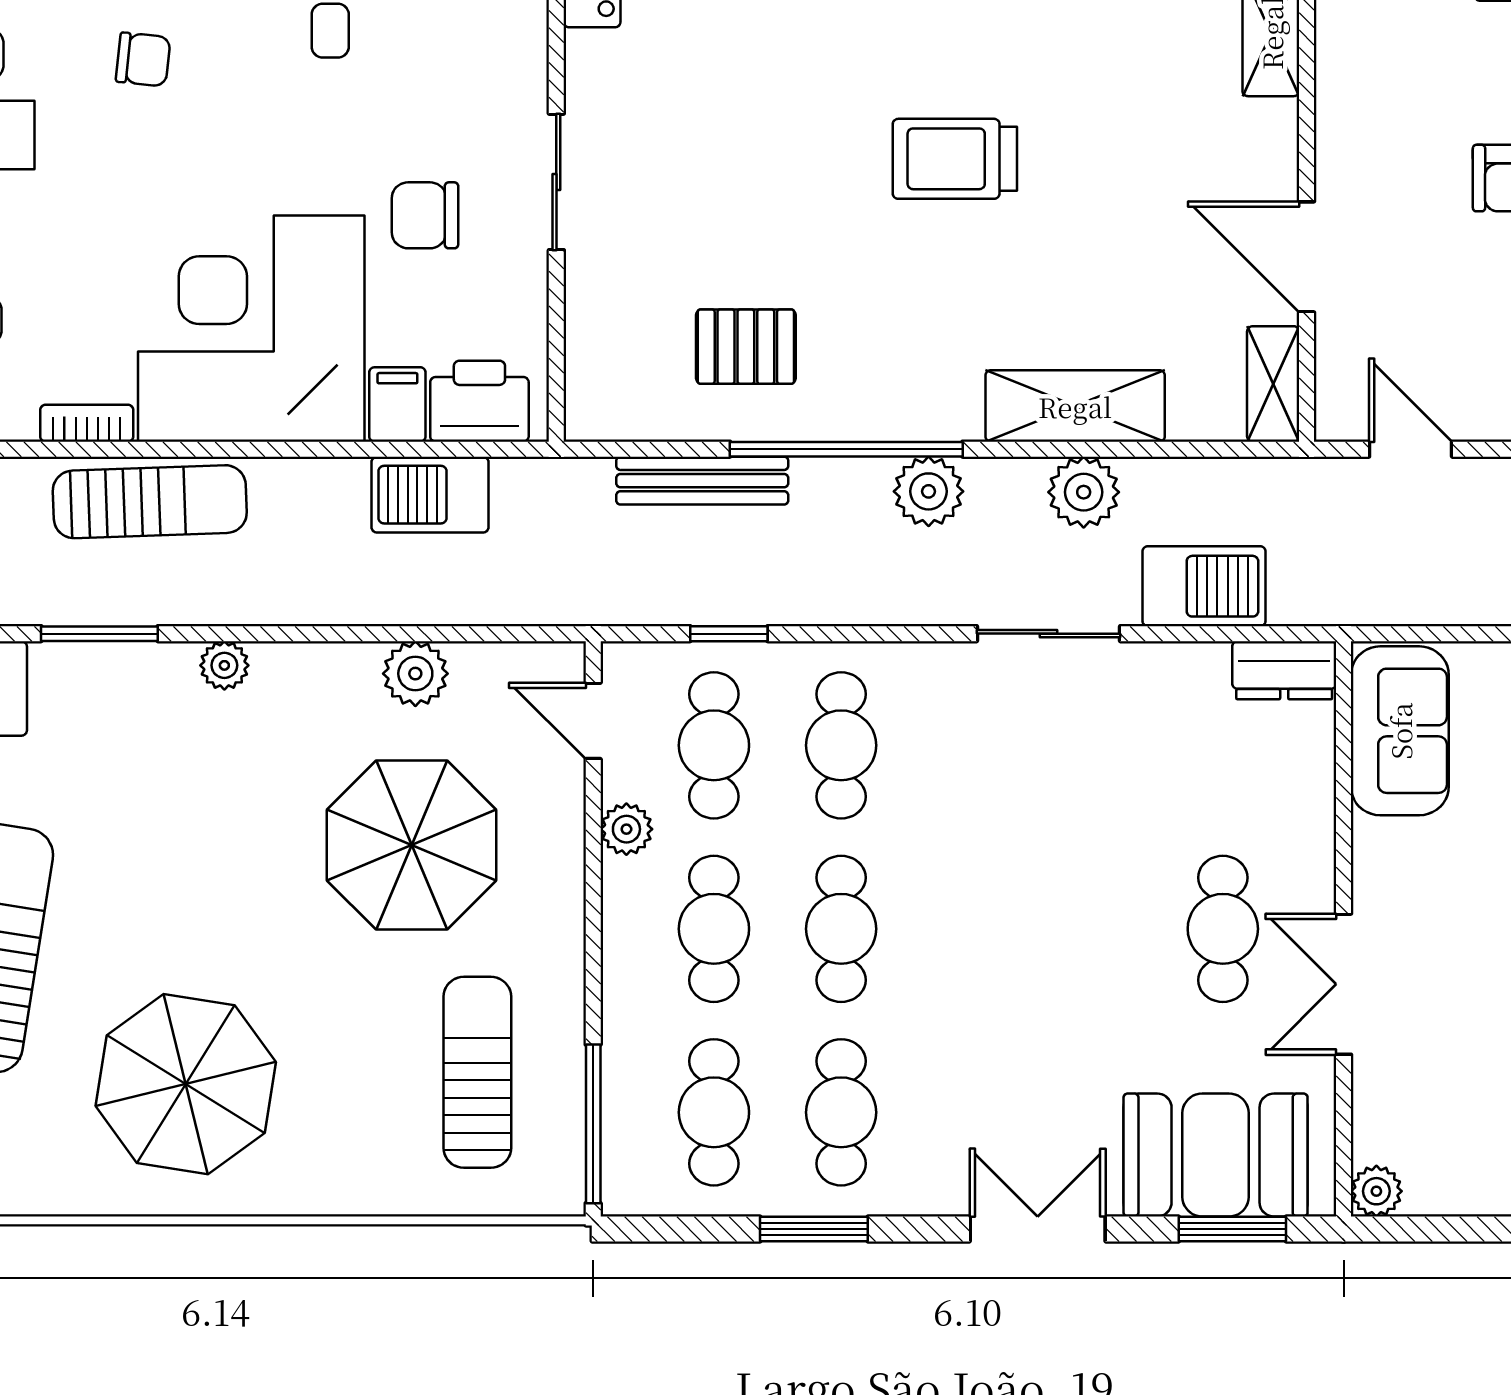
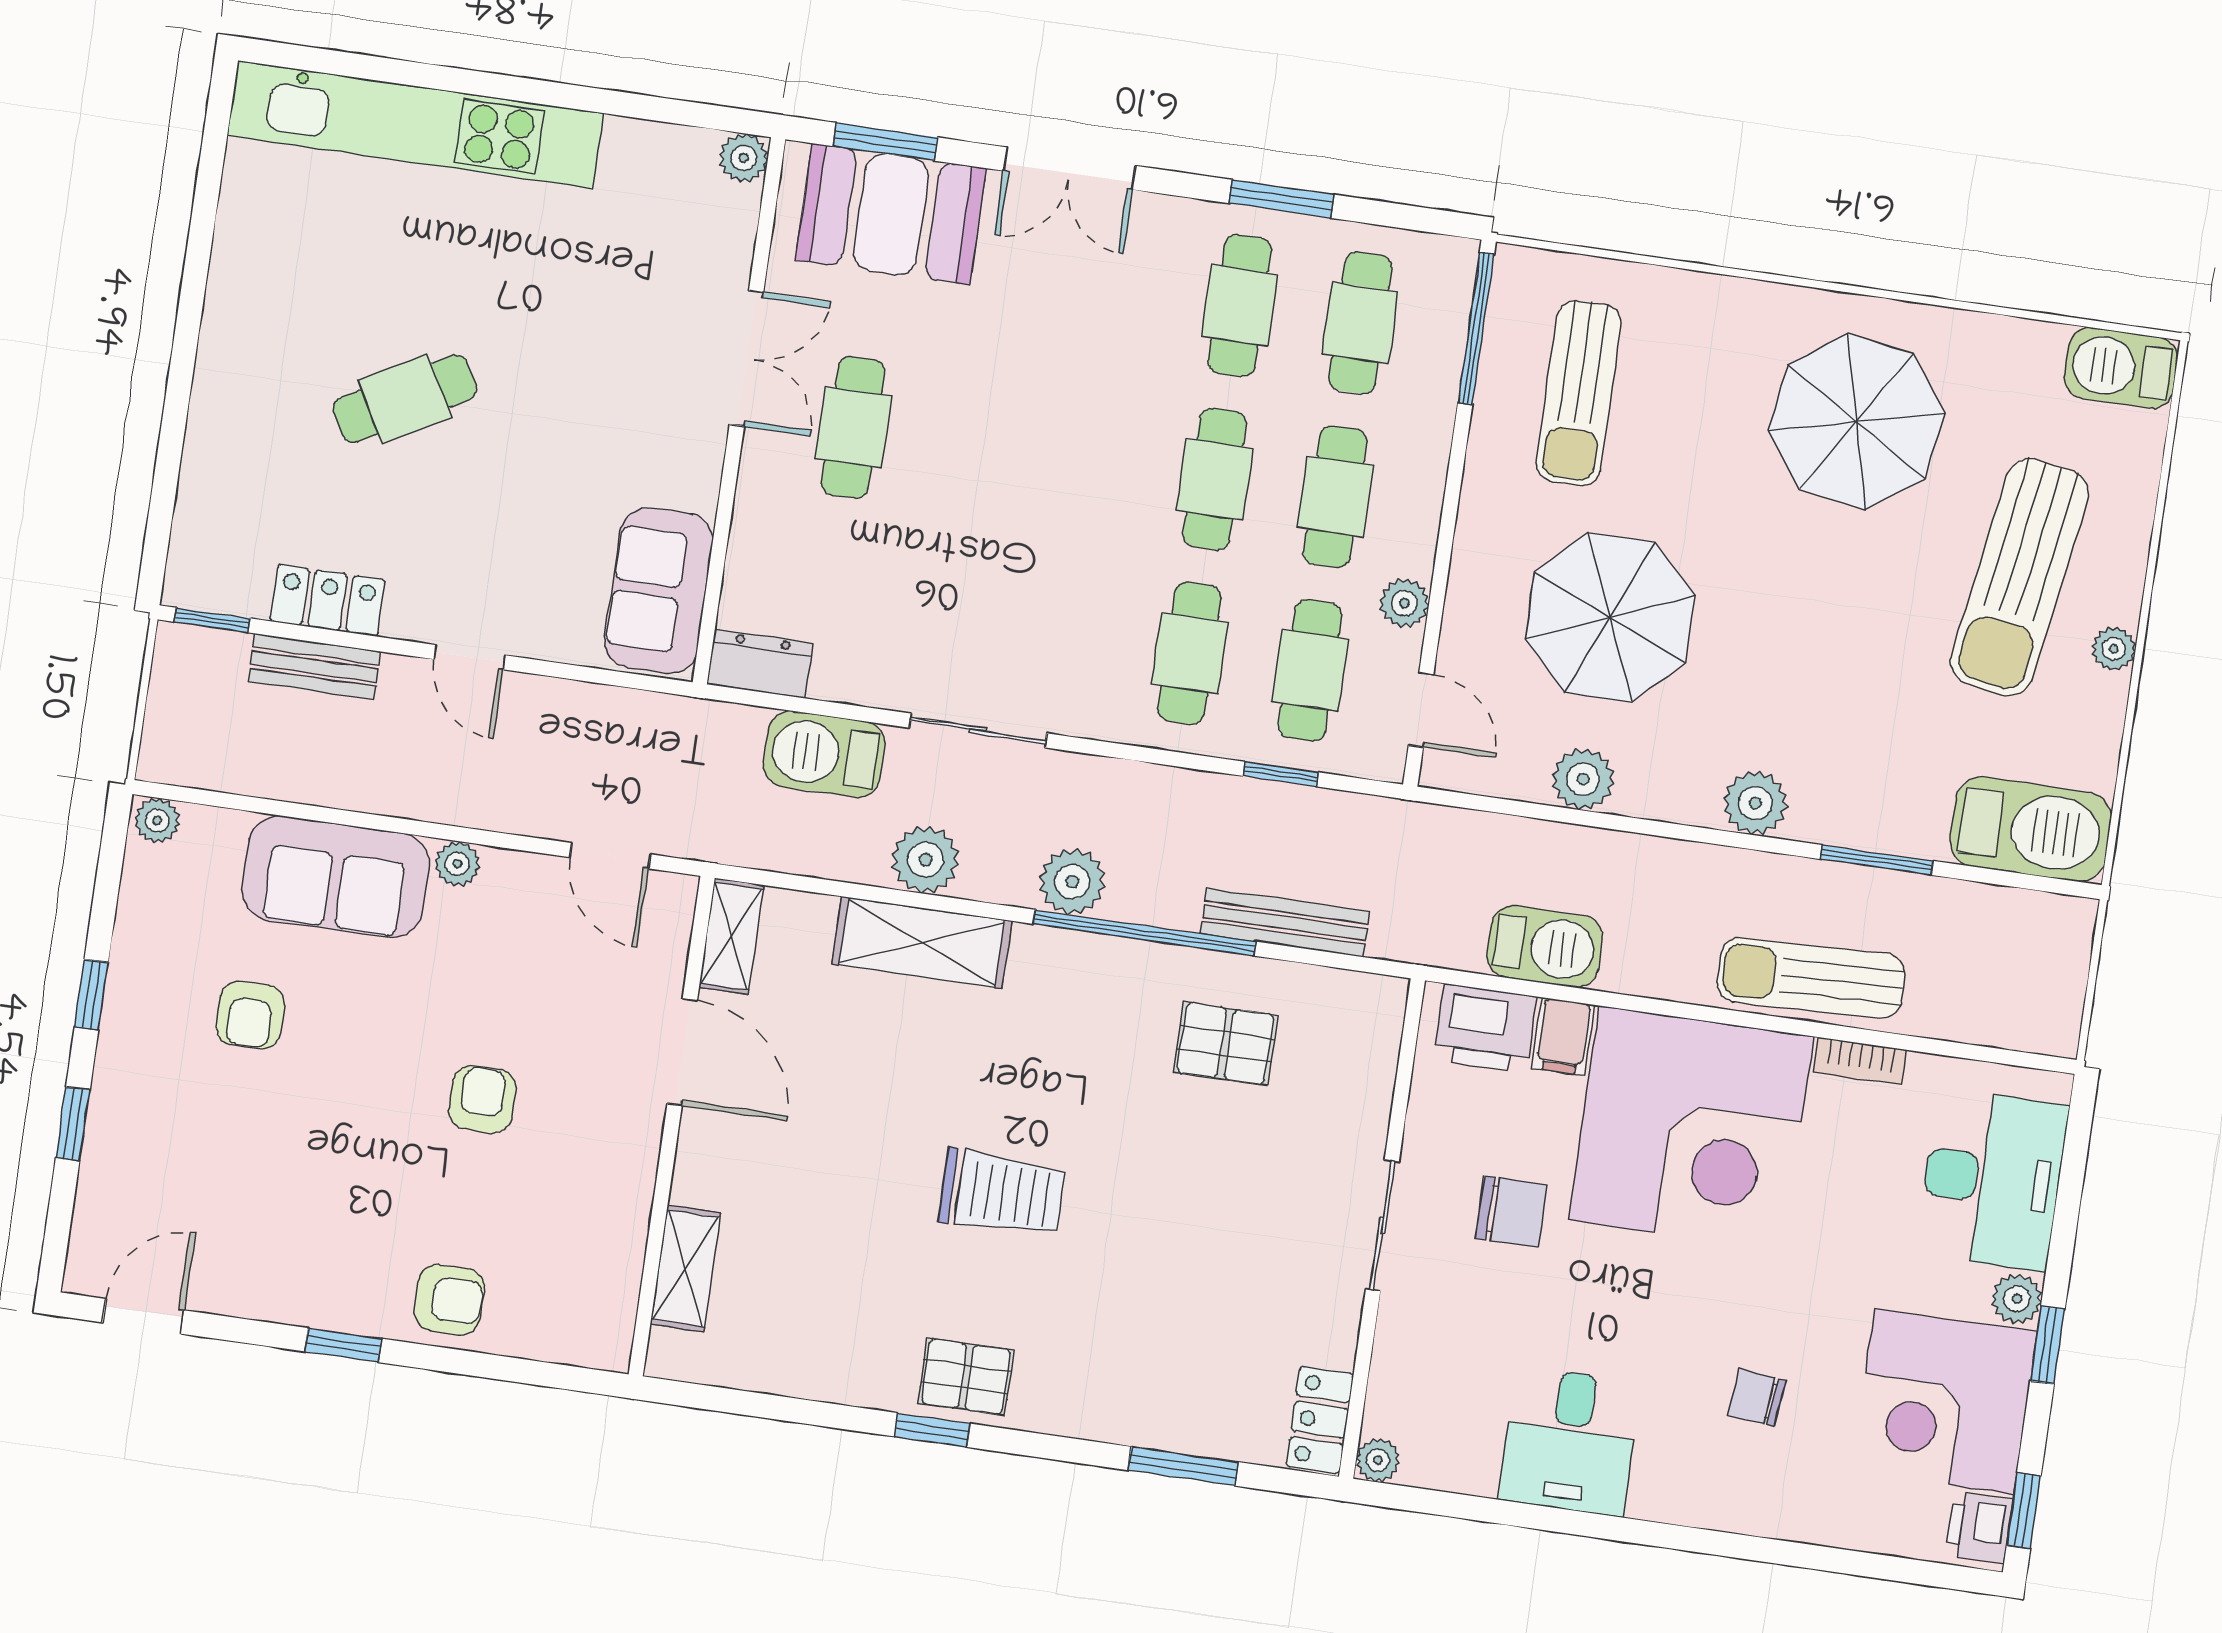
plant: (224, 665) -> (1755, 803), width x1.38, depth x1.38

